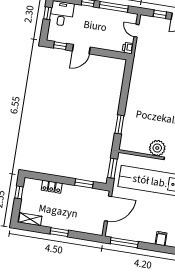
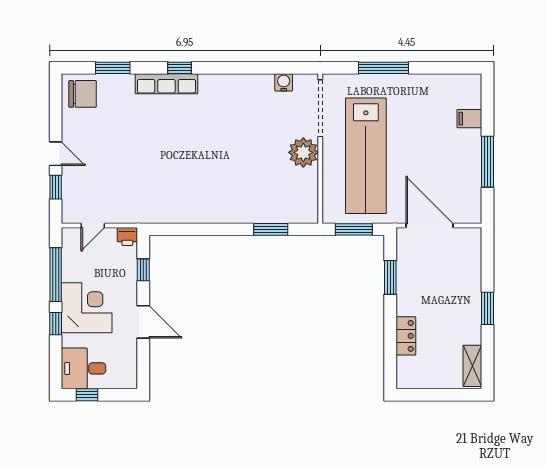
corner desk: (94, 20) -> (87, 308), added
window: (60, 46) -> (143, 270), moved
window: (19, 192) -> (426, 395), removed
window: (124, 243) -> (488, 162), moved

